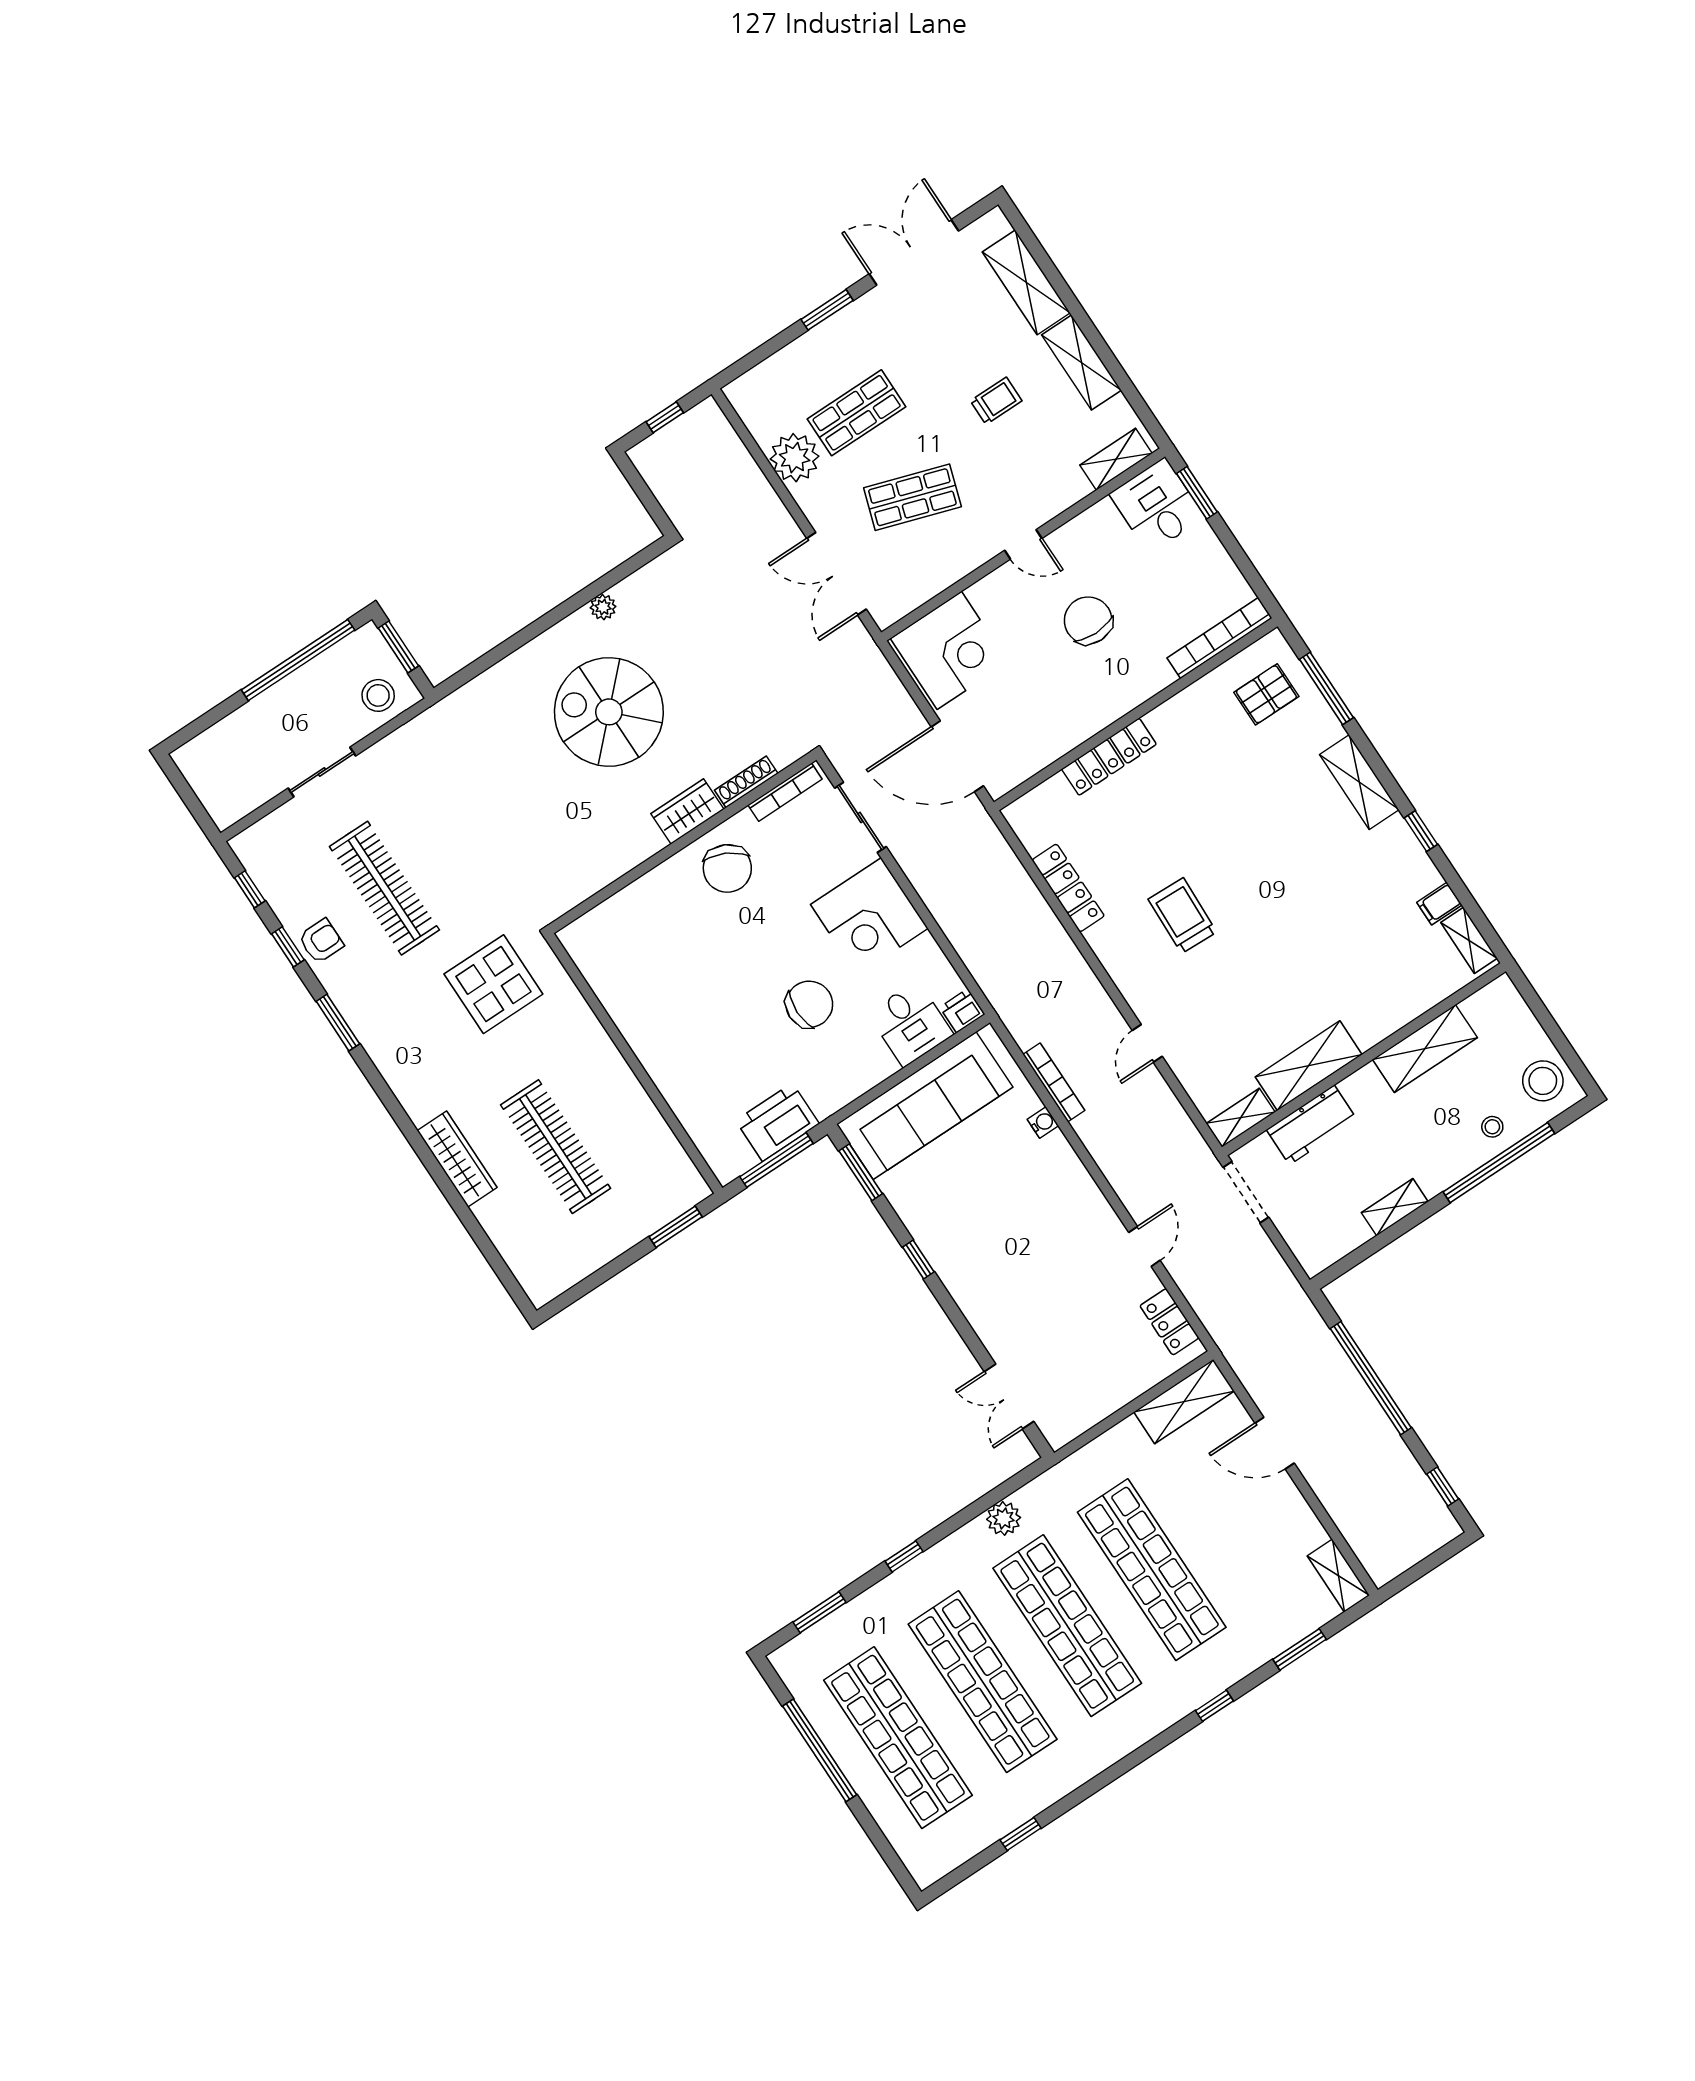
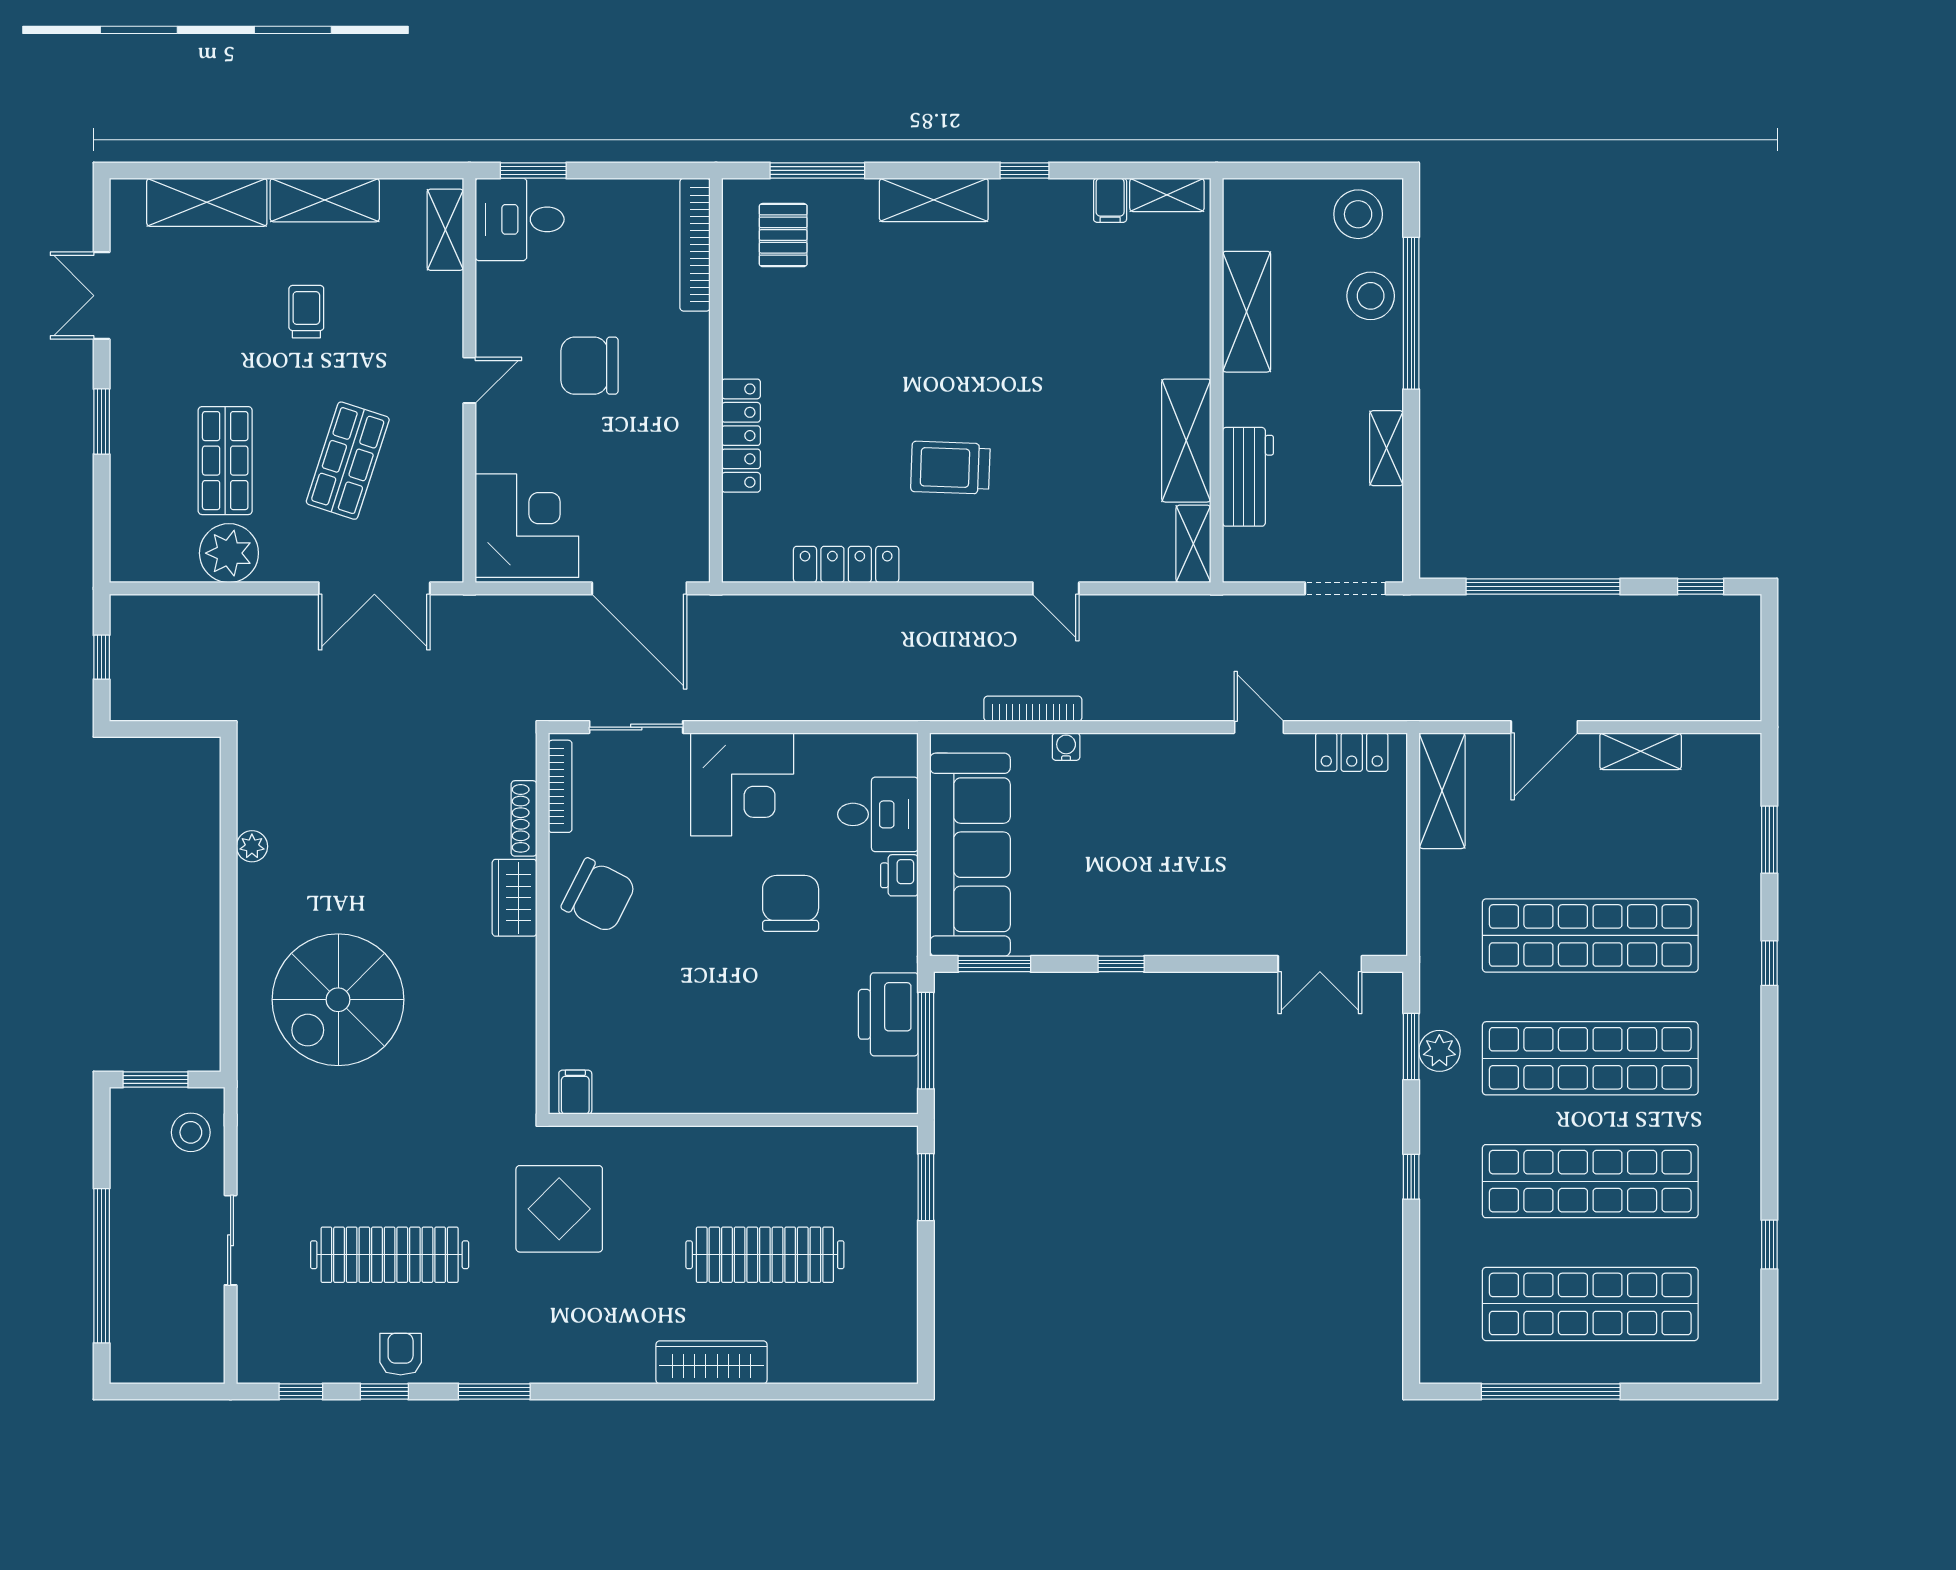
double door: (914, 252) -> (102, 296), width x0.73
window: (298, 660) -> (102, 1266), moved
spiral stairs: (609, 712) -> (338, 1000), moved
door: (957, 756) -> (639, 588), hinge flipped
filing cabinet: (581, 942) -> (575, 1092), added
printer: (962, 1011) -> (899, 875), moved
stool: (1492, 1127) -> (1371, 296), width x1.89, depth x1.89
doorway: (1246, 1192) -> (1345, 588), moved
shelving: (1338, 1576) -> (1641, 751), moved
window: (820, 1612) -> (1411, 1047), moved

